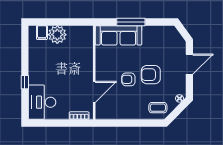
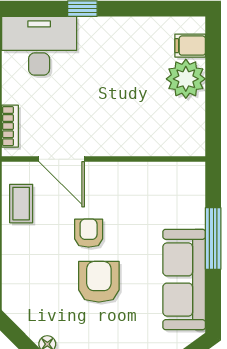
sofa: (119, 35) -> (184, 279), moved
coffee table: (158, 108) -> (21, 204), moved

